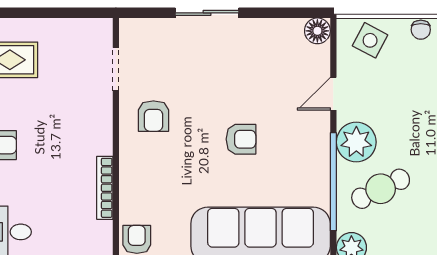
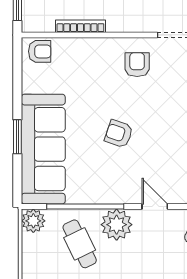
armchair: (153, 116) -> (137, 65), turned 90
armchair: (241, 139) -> (119, 134), turned 109

